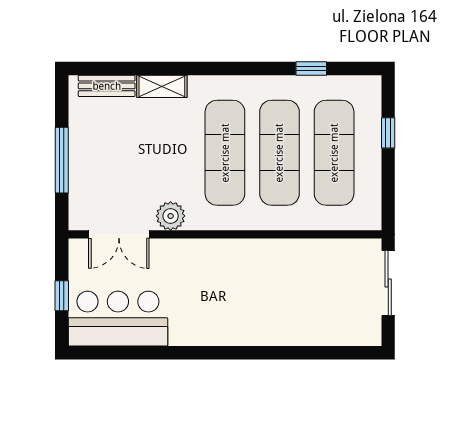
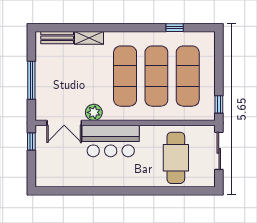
window: (388, 133) -> (219, 104), moved
cafe table: (313, 295) -> (176, 158), added
window: (62, 296) -> (31, 141), moved
bar counter: (118, 319) -> (111, 141), moved, turned 180

